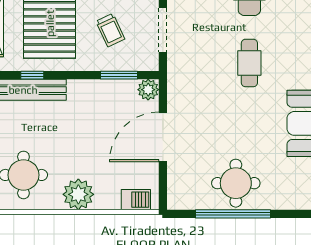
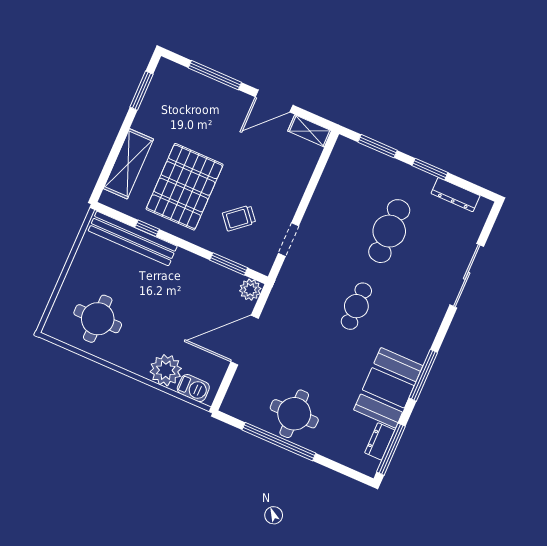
trolley: (110, 30) -> (239, 218), turned 75
doorway: (163, 30) -> (288, 240), width x0.73
plant: (78, 194) -> (166, 370), moved

